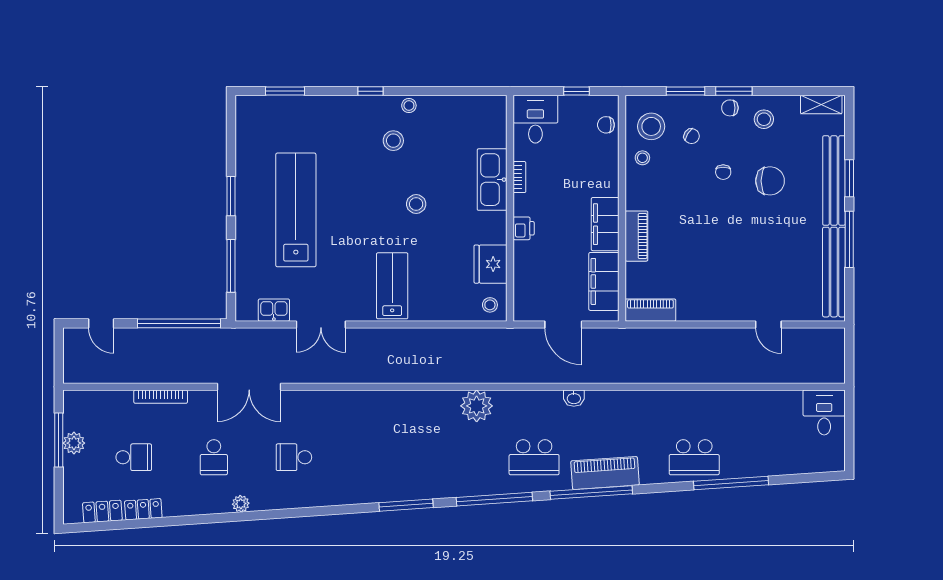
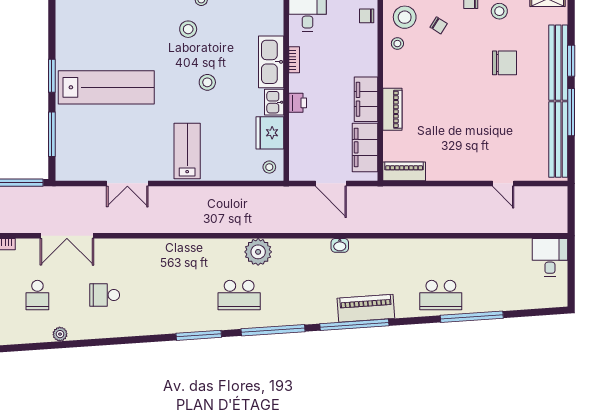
chair: (723, 172) -> (465, 56), removed
lab bench: (296, 210) -> (106, 87), turned 90
kitchen sink: (274, 310) -> (274, 102), moved, turned -90
school desk: (534, 457) -> (239, 295), moved

